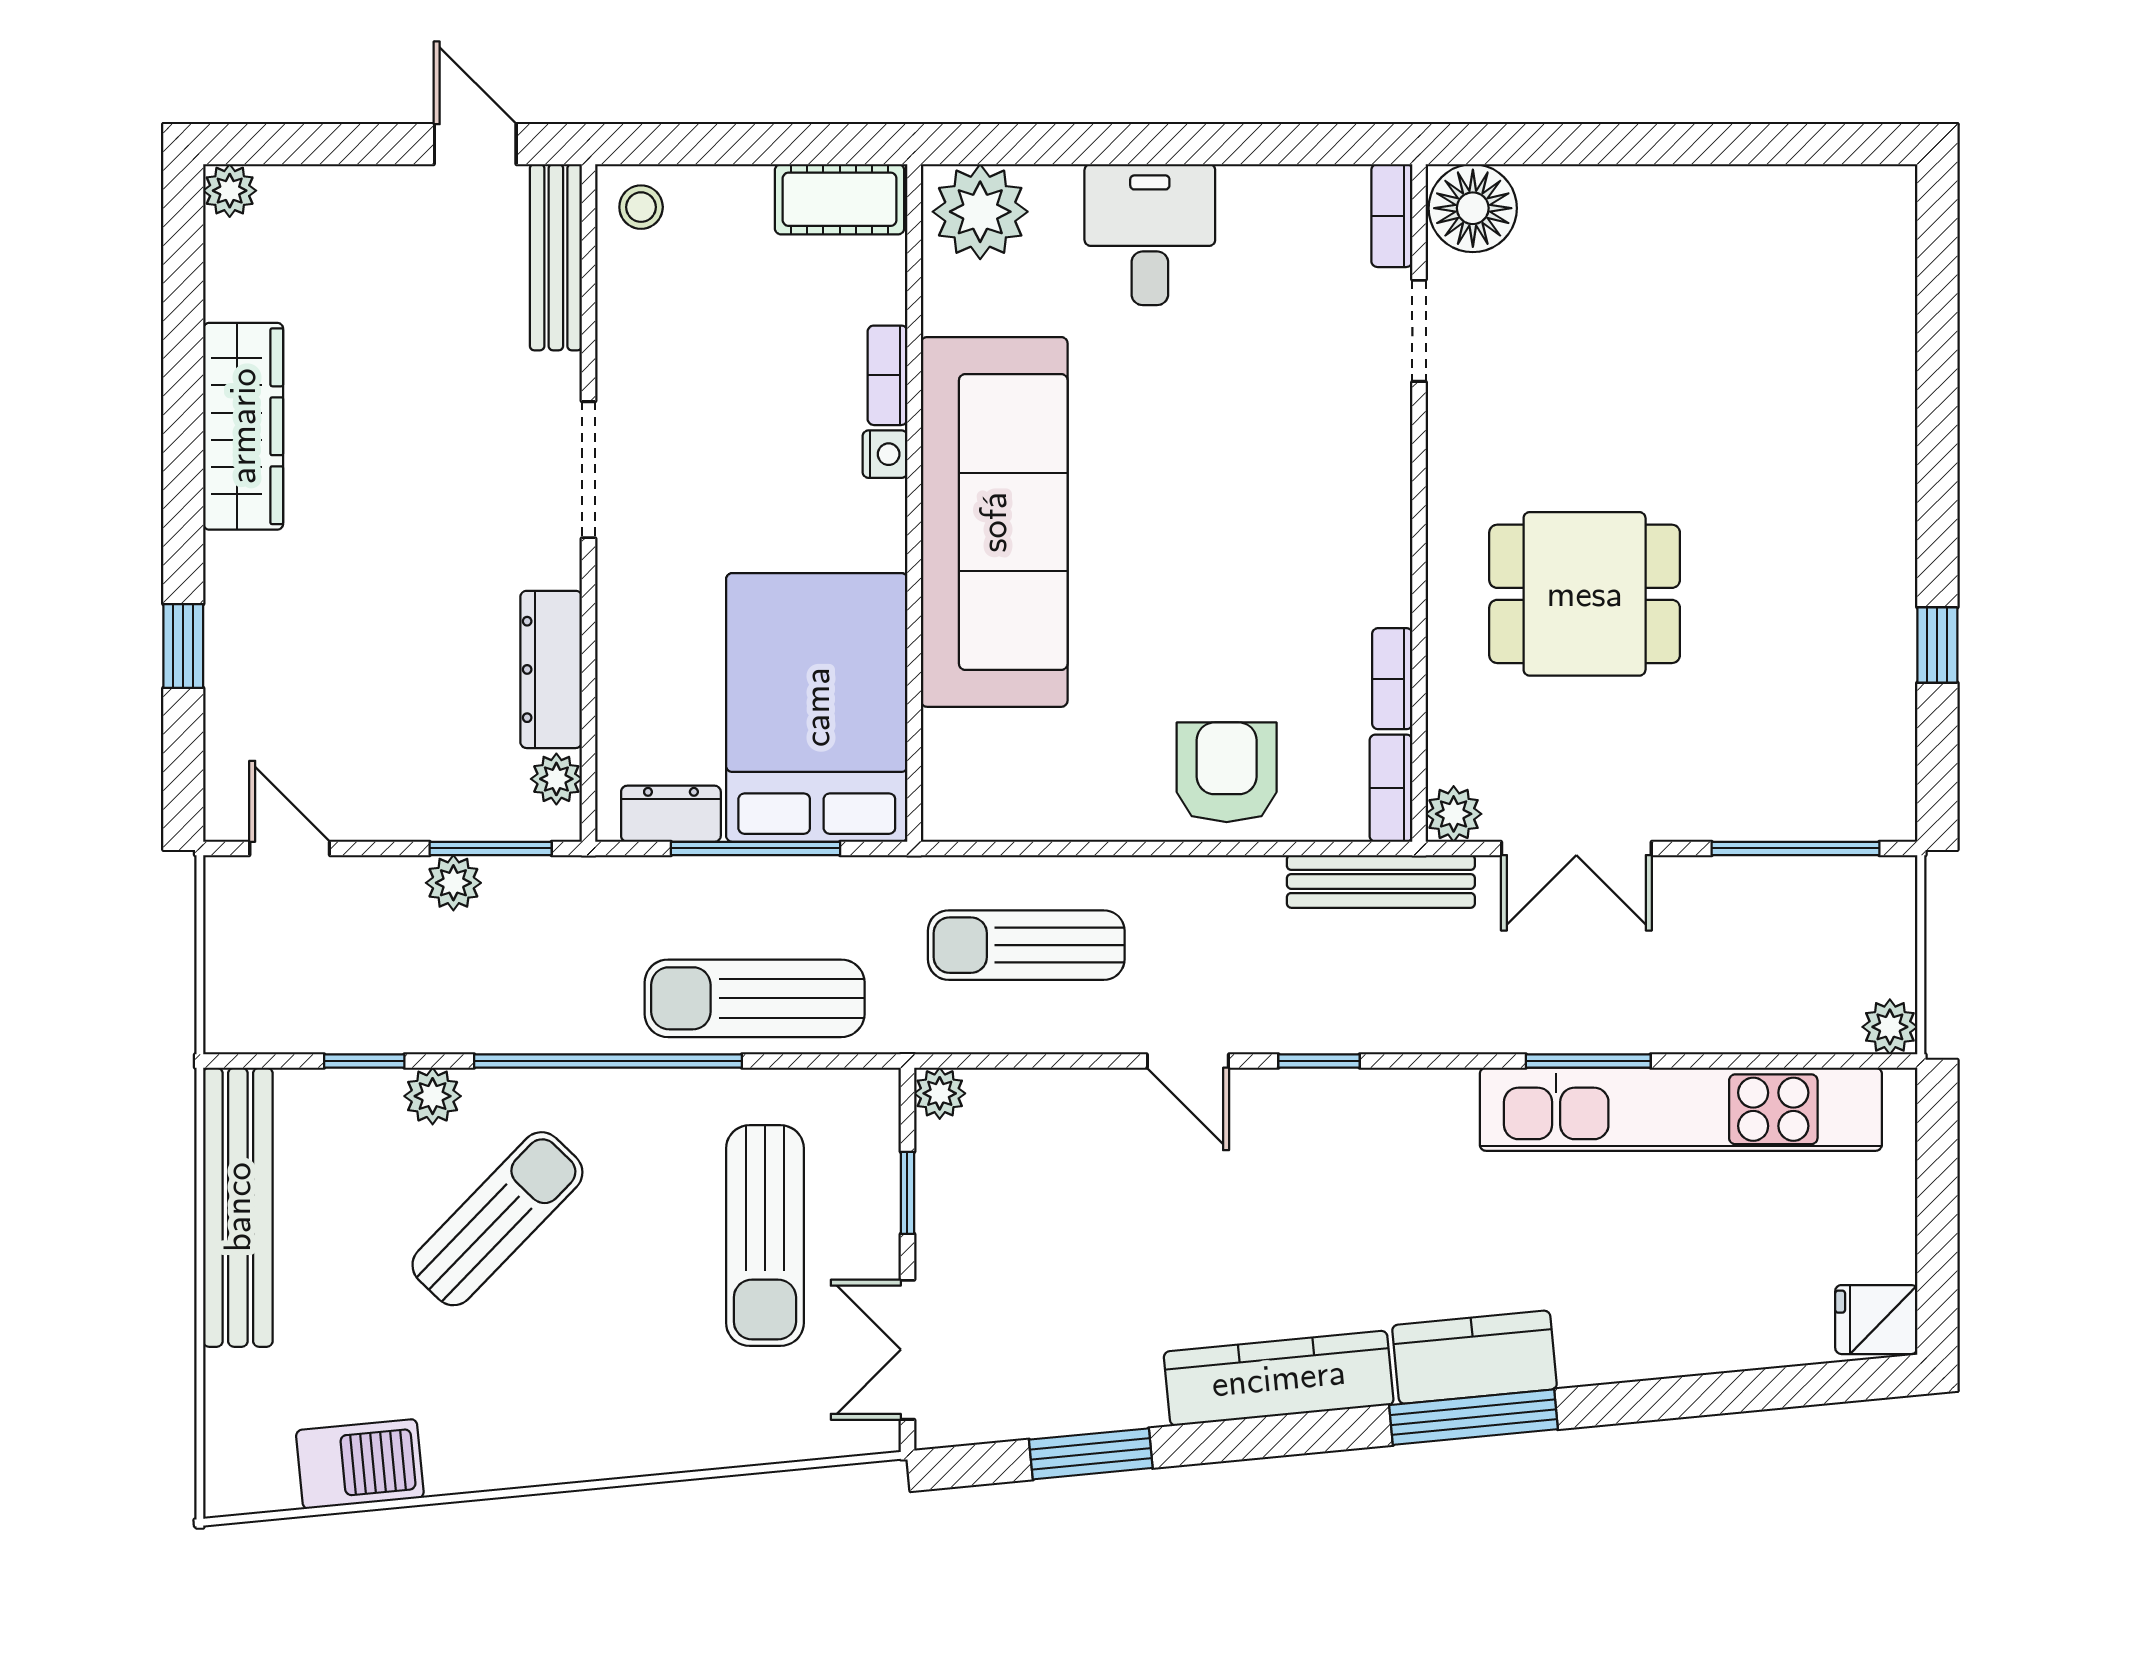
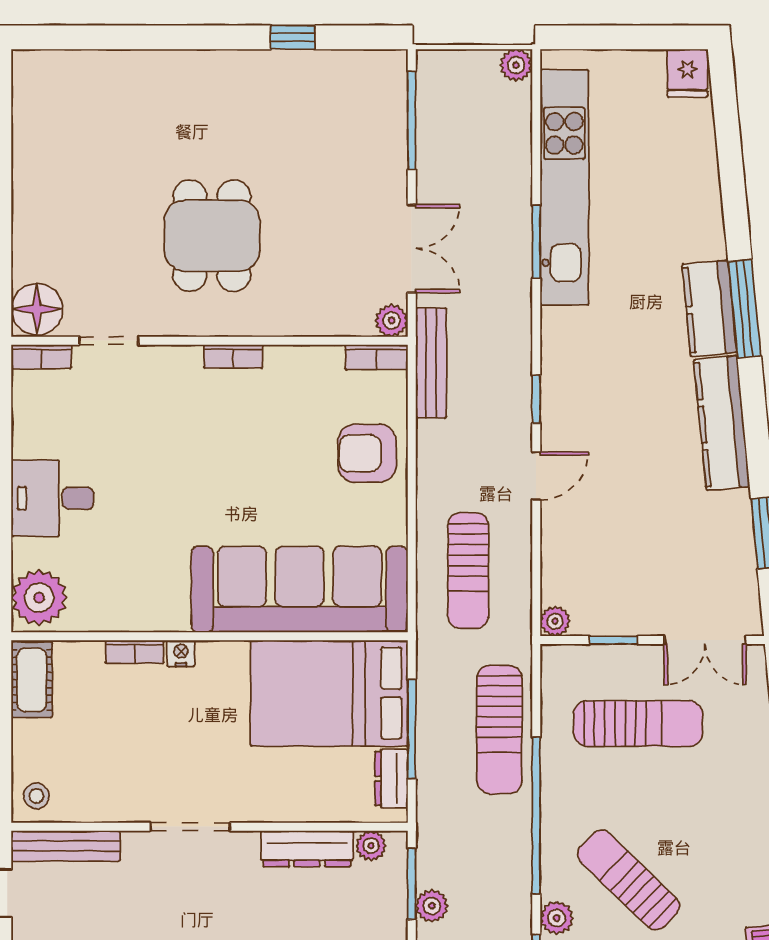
sofa: (994, 522) -> (300, 589), moved
dining table: (1585, 594) -> (212, 236), moved
bookcase: (1392, 679) -> (233, 356), moved

